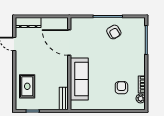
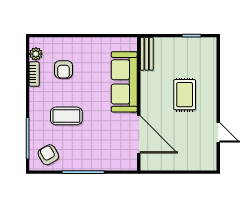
dresser: (28, 23) -> (198, 163), removed
armchair: (114, 32) -> (48, 155), moved
coffee table: (119, 55) -> (66, 116), added
rug: (27, 86) -> (185, 95), moved

